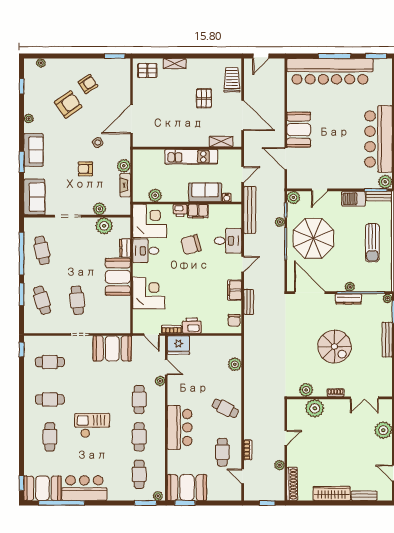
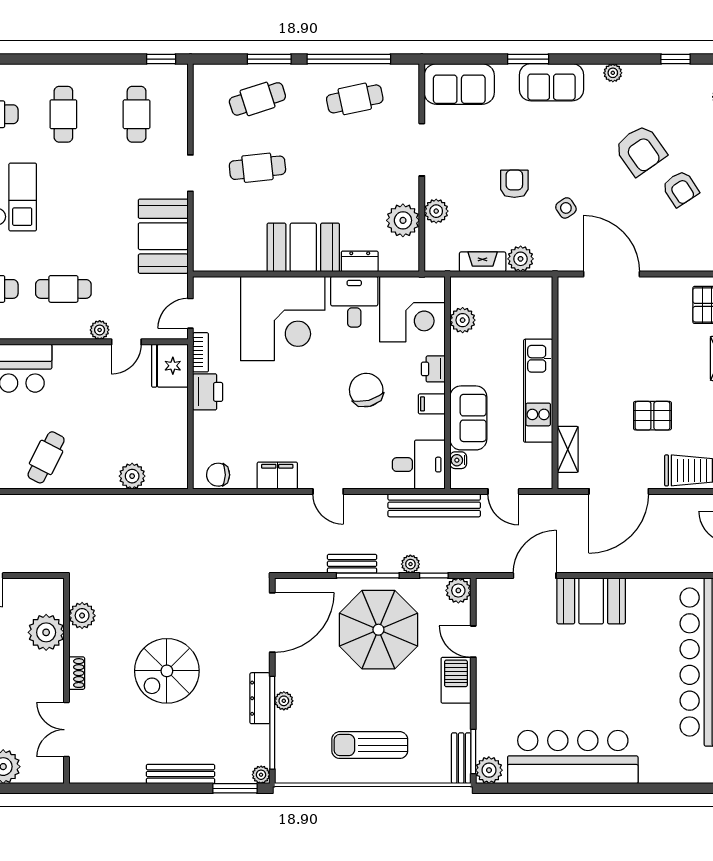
barbecue: (353, 199) -> (456, 680), moved
filing cabinet: (198, 211) -> (432, 404), width x0.50
desk: (228, 241) -> (419, 465), moved, turned -90
corner desk: (149, 293) -> (283, 319), width x1.36, depth x1.36
bench: (249, 302) -> (352, 564), moved

